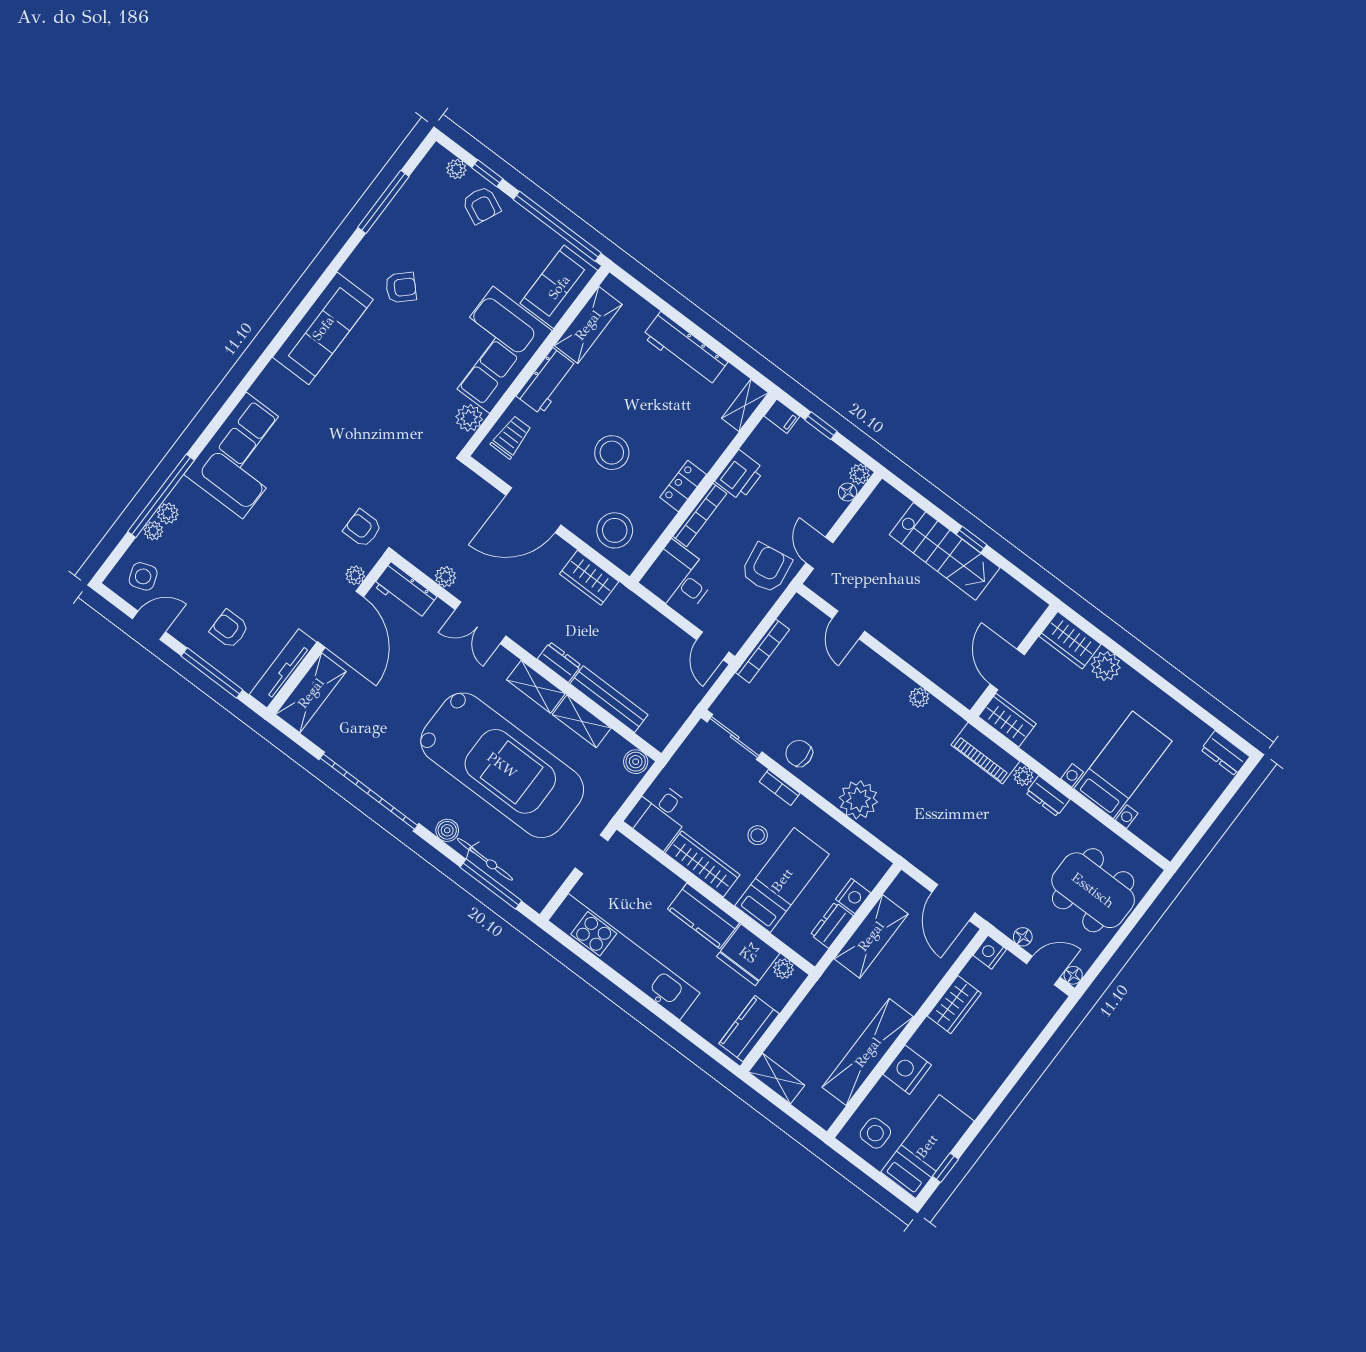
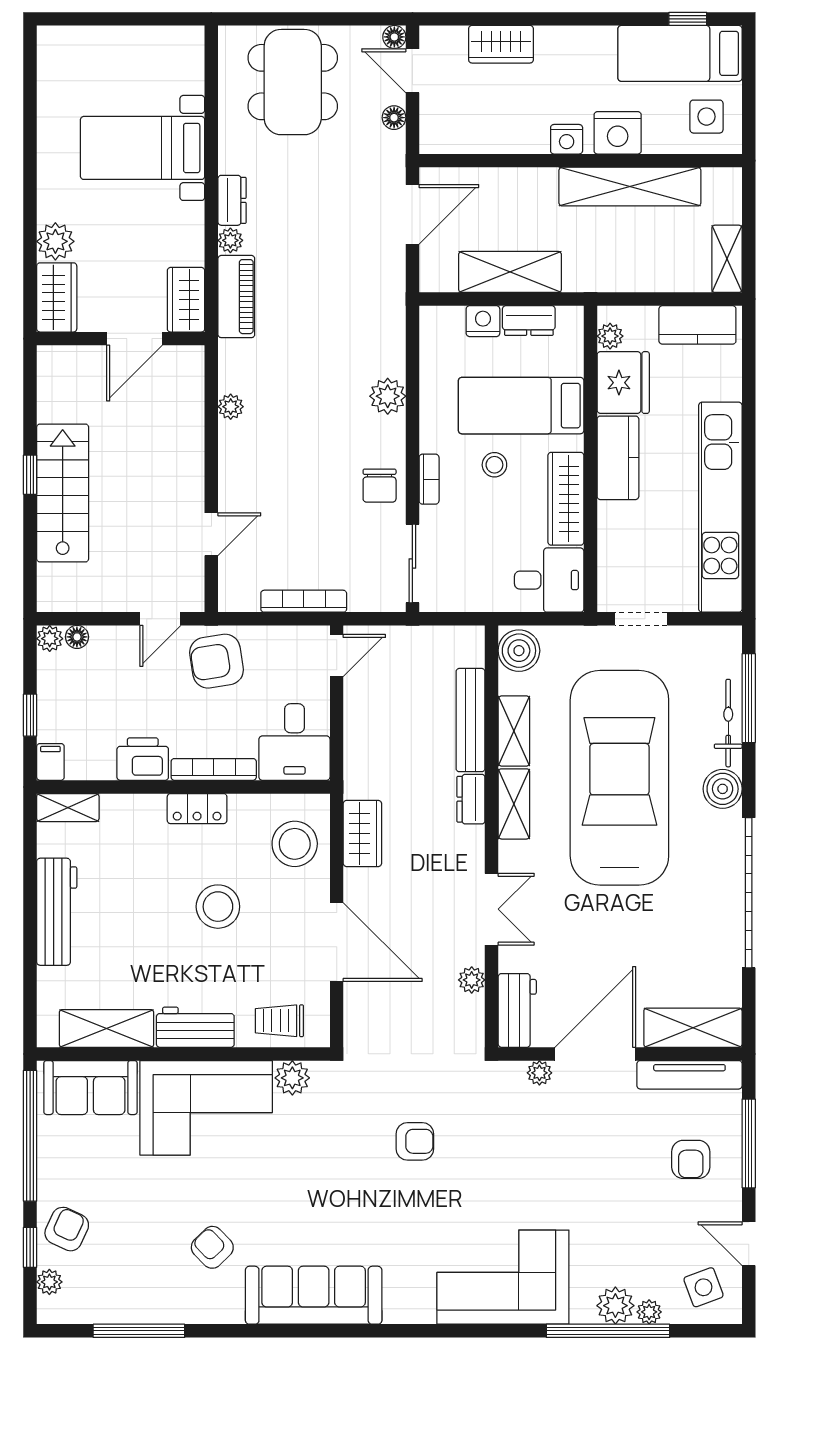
plant: (168, 513) -> (615, 1306), width x1.38, depth x1.38
armchair: (362, 528) -> (415, 1141), moved, turned -90
dresser: (1225, 753) -> (52, 53), removed
boiler: (636, 762) -> (519, 651), width x1.36, depth x1.36
plant: (858, 800) -> (388, 396), width x0.73, depth x0.73
boiler: (447, 830) -> (723, 789), width x1.36, depth x1.36
nightstand: (990, 952) -> (567, 139), moved
wardrobe: (954, 1005) -> (501, 44), moved, turned 180

